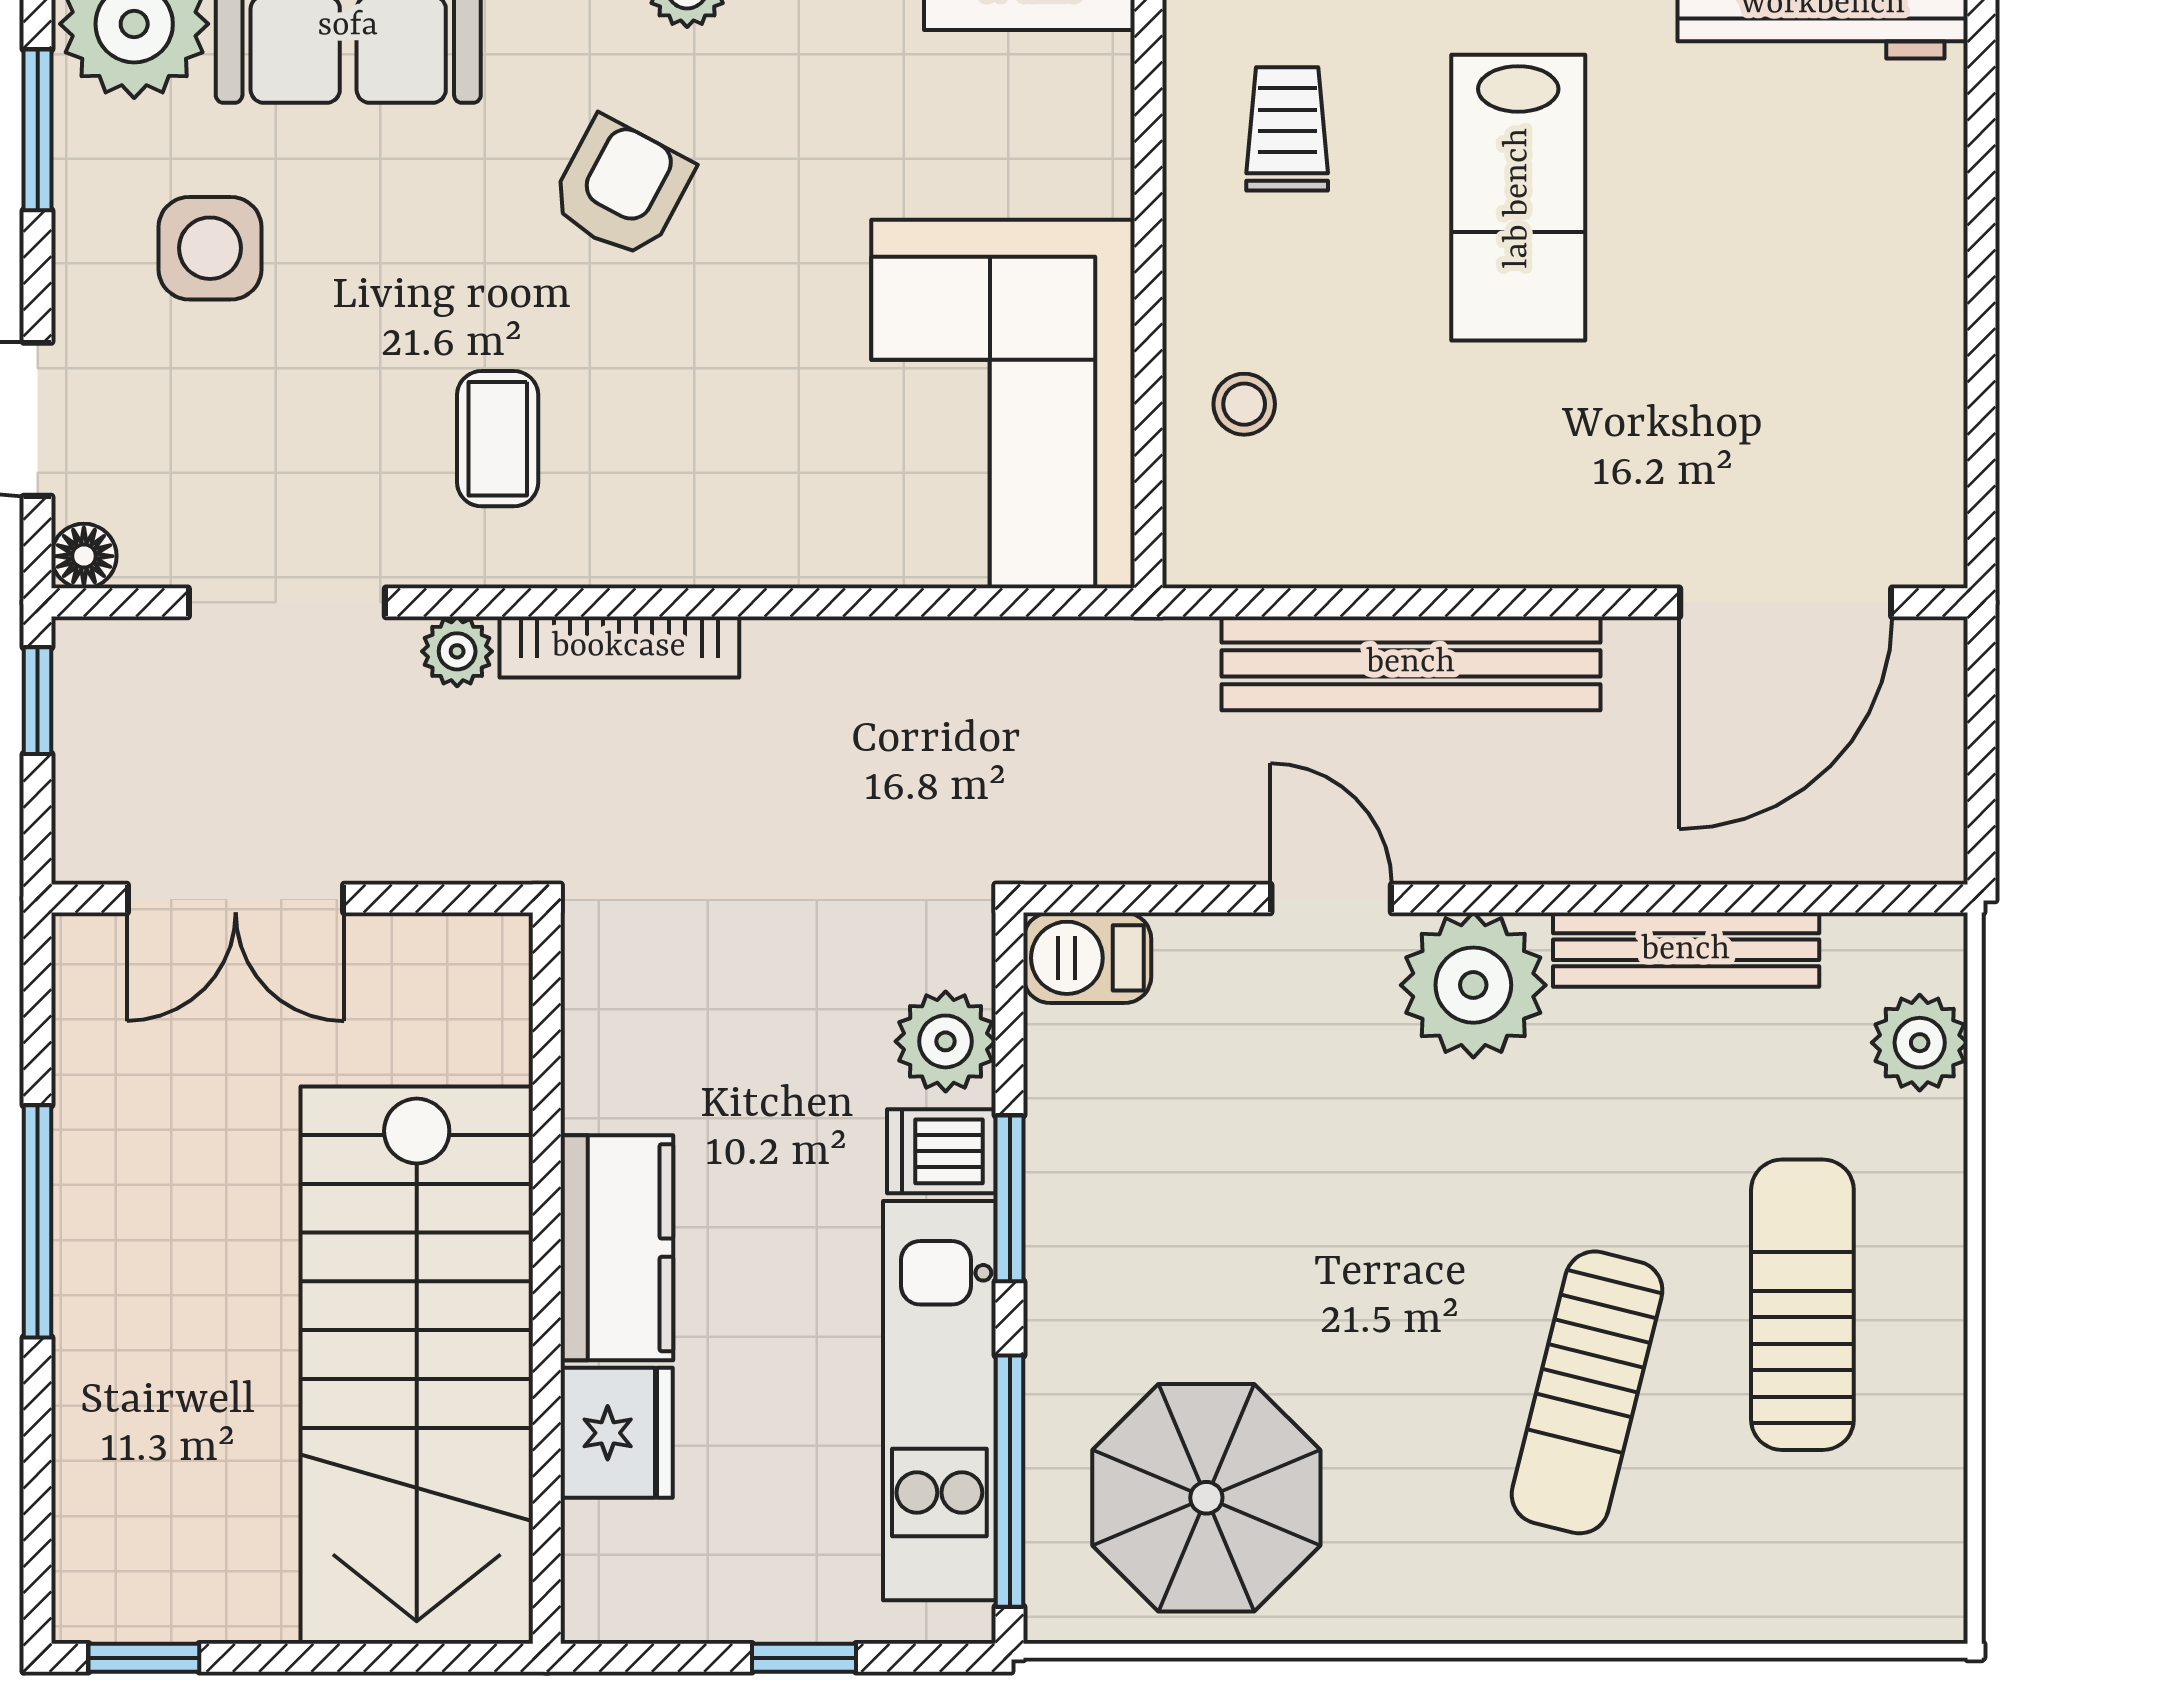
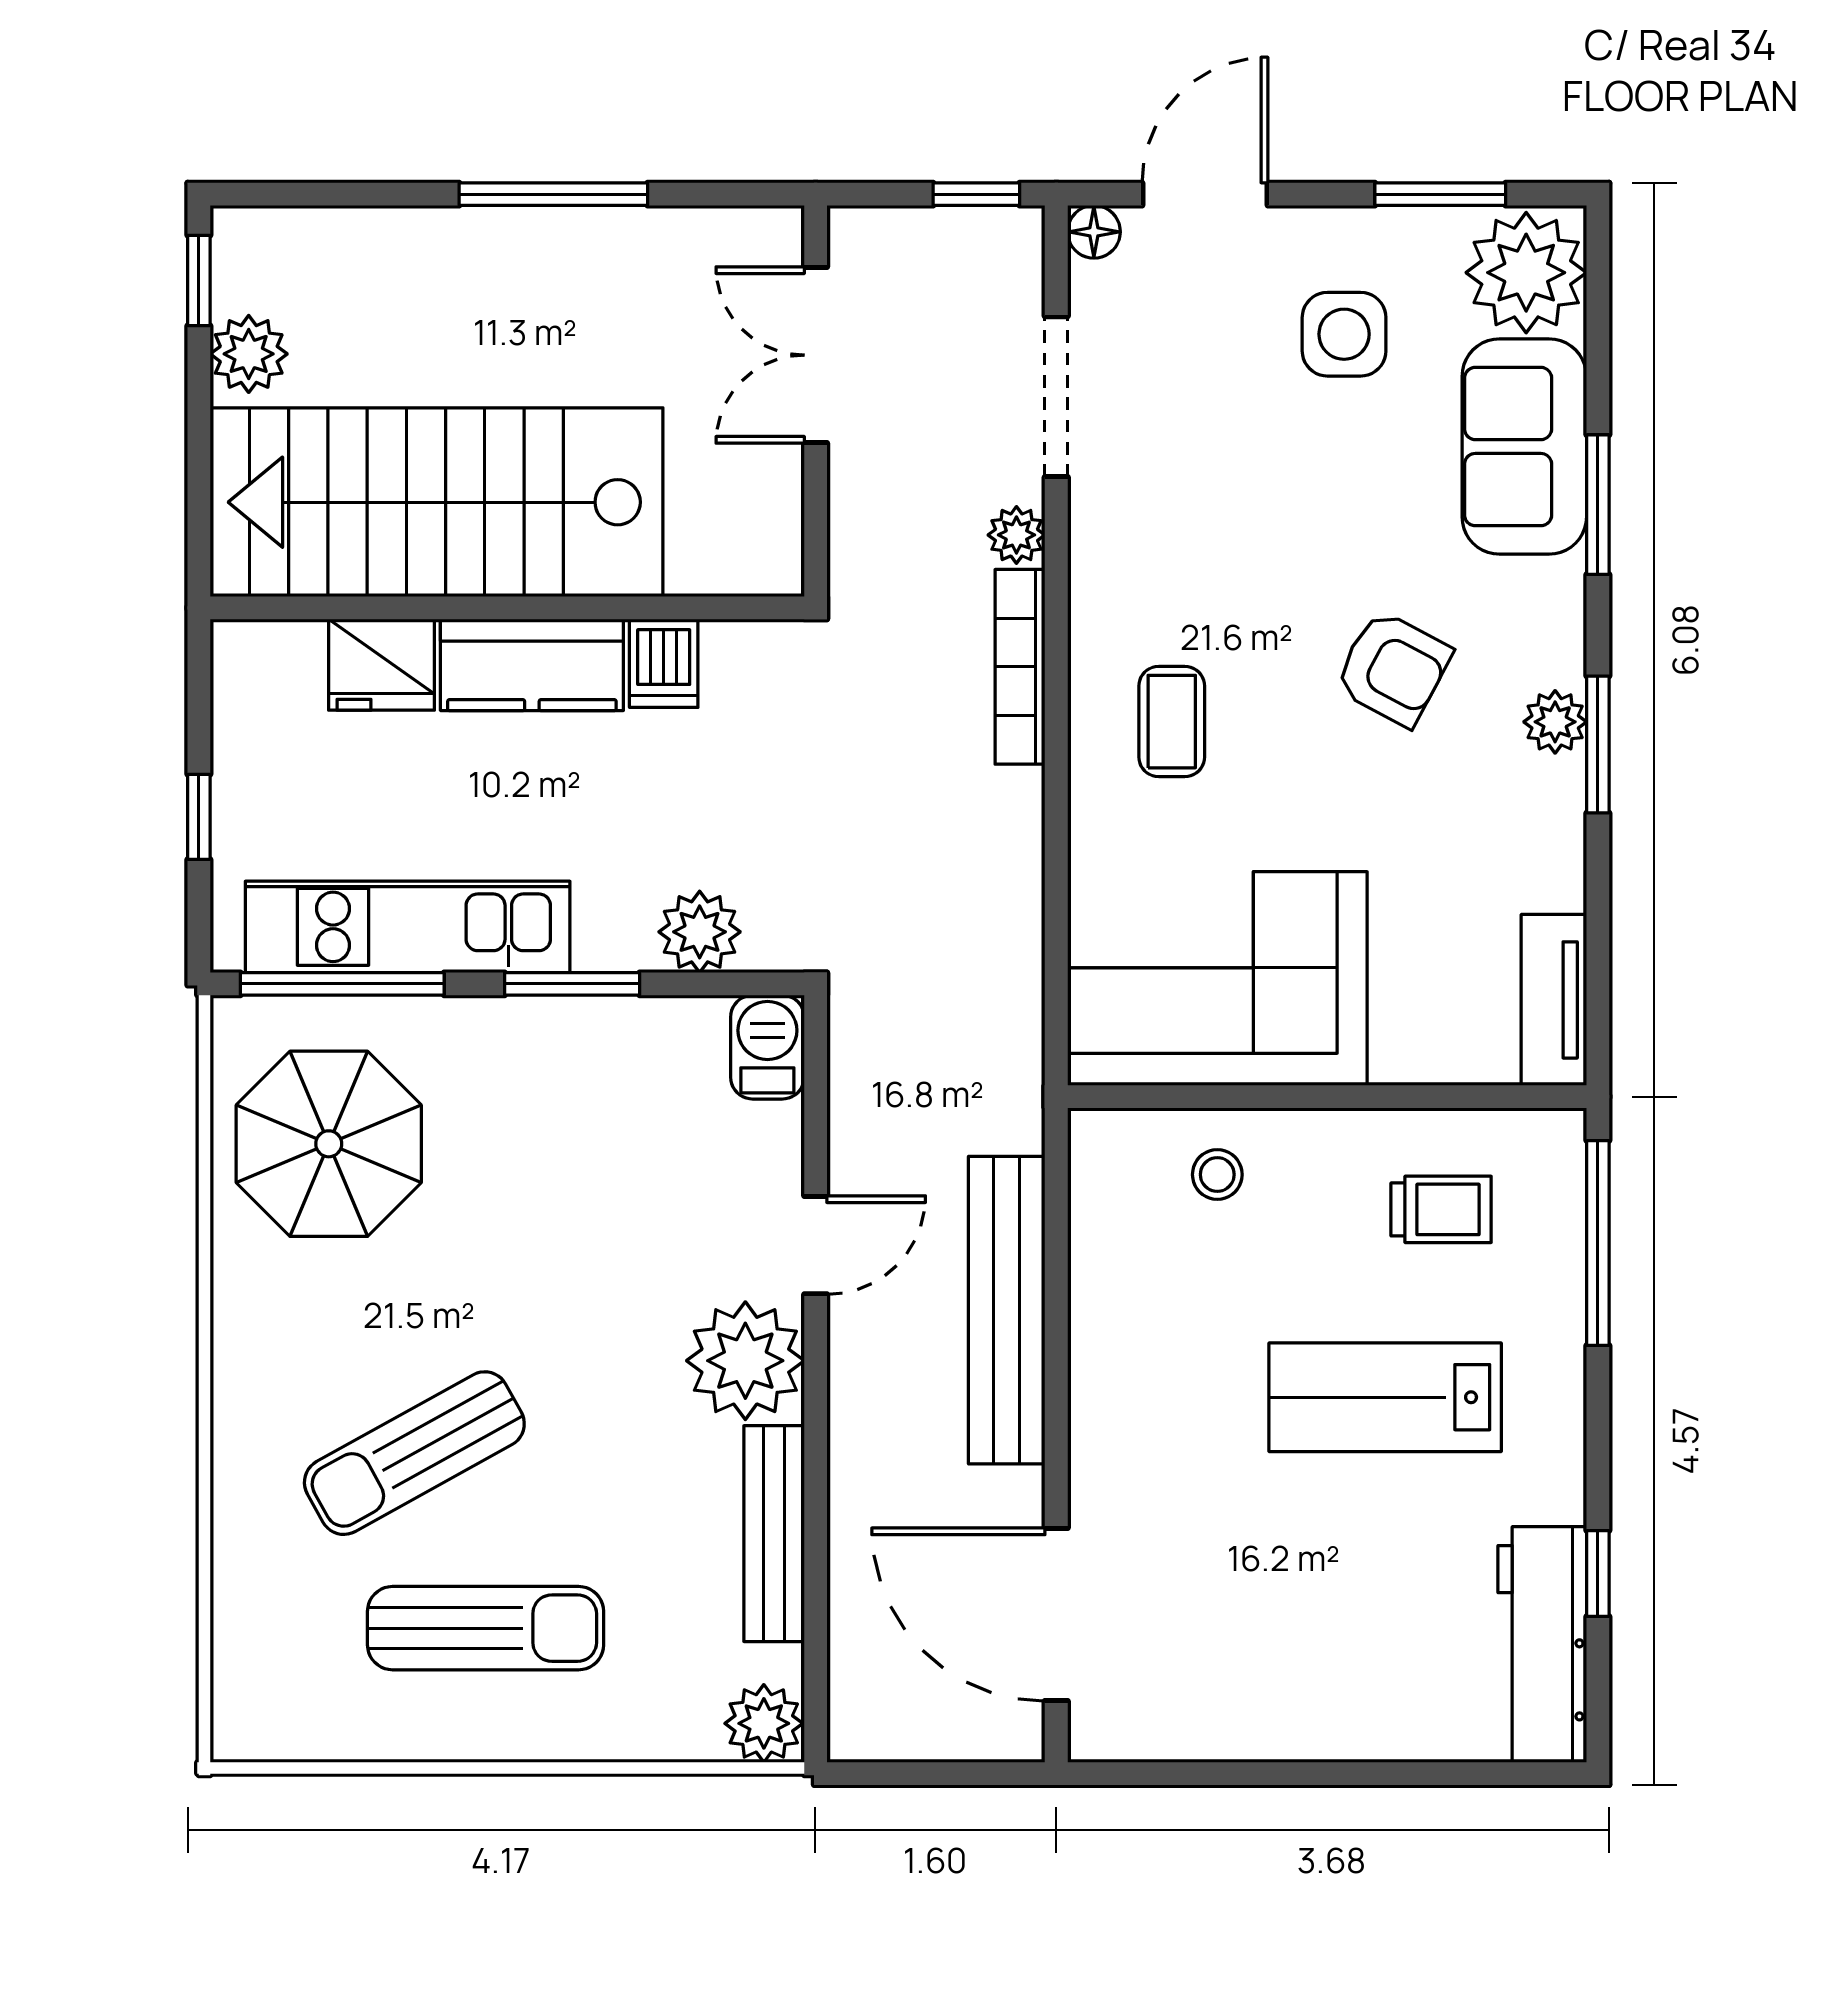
coffee table: (498, 439) -> (1172, 722), moved, turned 90
plant: (1920, 1043) -> (764, 1723), moved
dishwasher: (941, 1151) -> (664, 663), moved, turned 180
sun lounger: (1587, 1392) -> (414, 1453), turned -43
plant: (234, 1596) -> (249, 354), added

